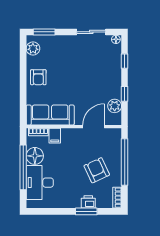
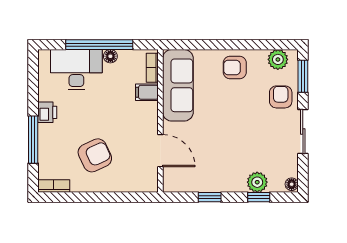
sliding door: (91, 32) -> (303, 132), moved
armchair: (58, 47) -> (281, 97), added
plant: (115, 106) -> (257, 182), moved
floor lamp: (35, 156) -> (110, 56), width x0.53, depth x0.53
window: (125, 162) -> (107, 197), removed
printer: (88, 202) -> (47, 112), moved
window: (86, 211) -> (33, 140), width x1.44

